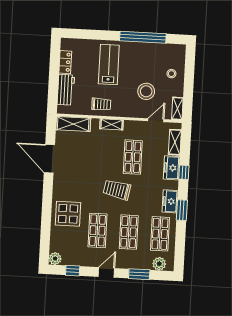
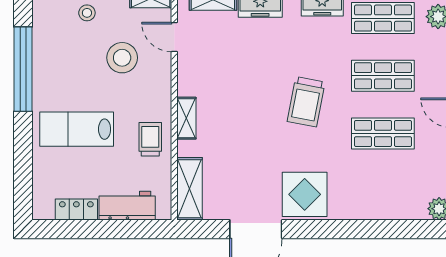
shop shelf: (133, 157) -> (244, 76), removed
display table: (68, 214) -> (305, 194), moved

